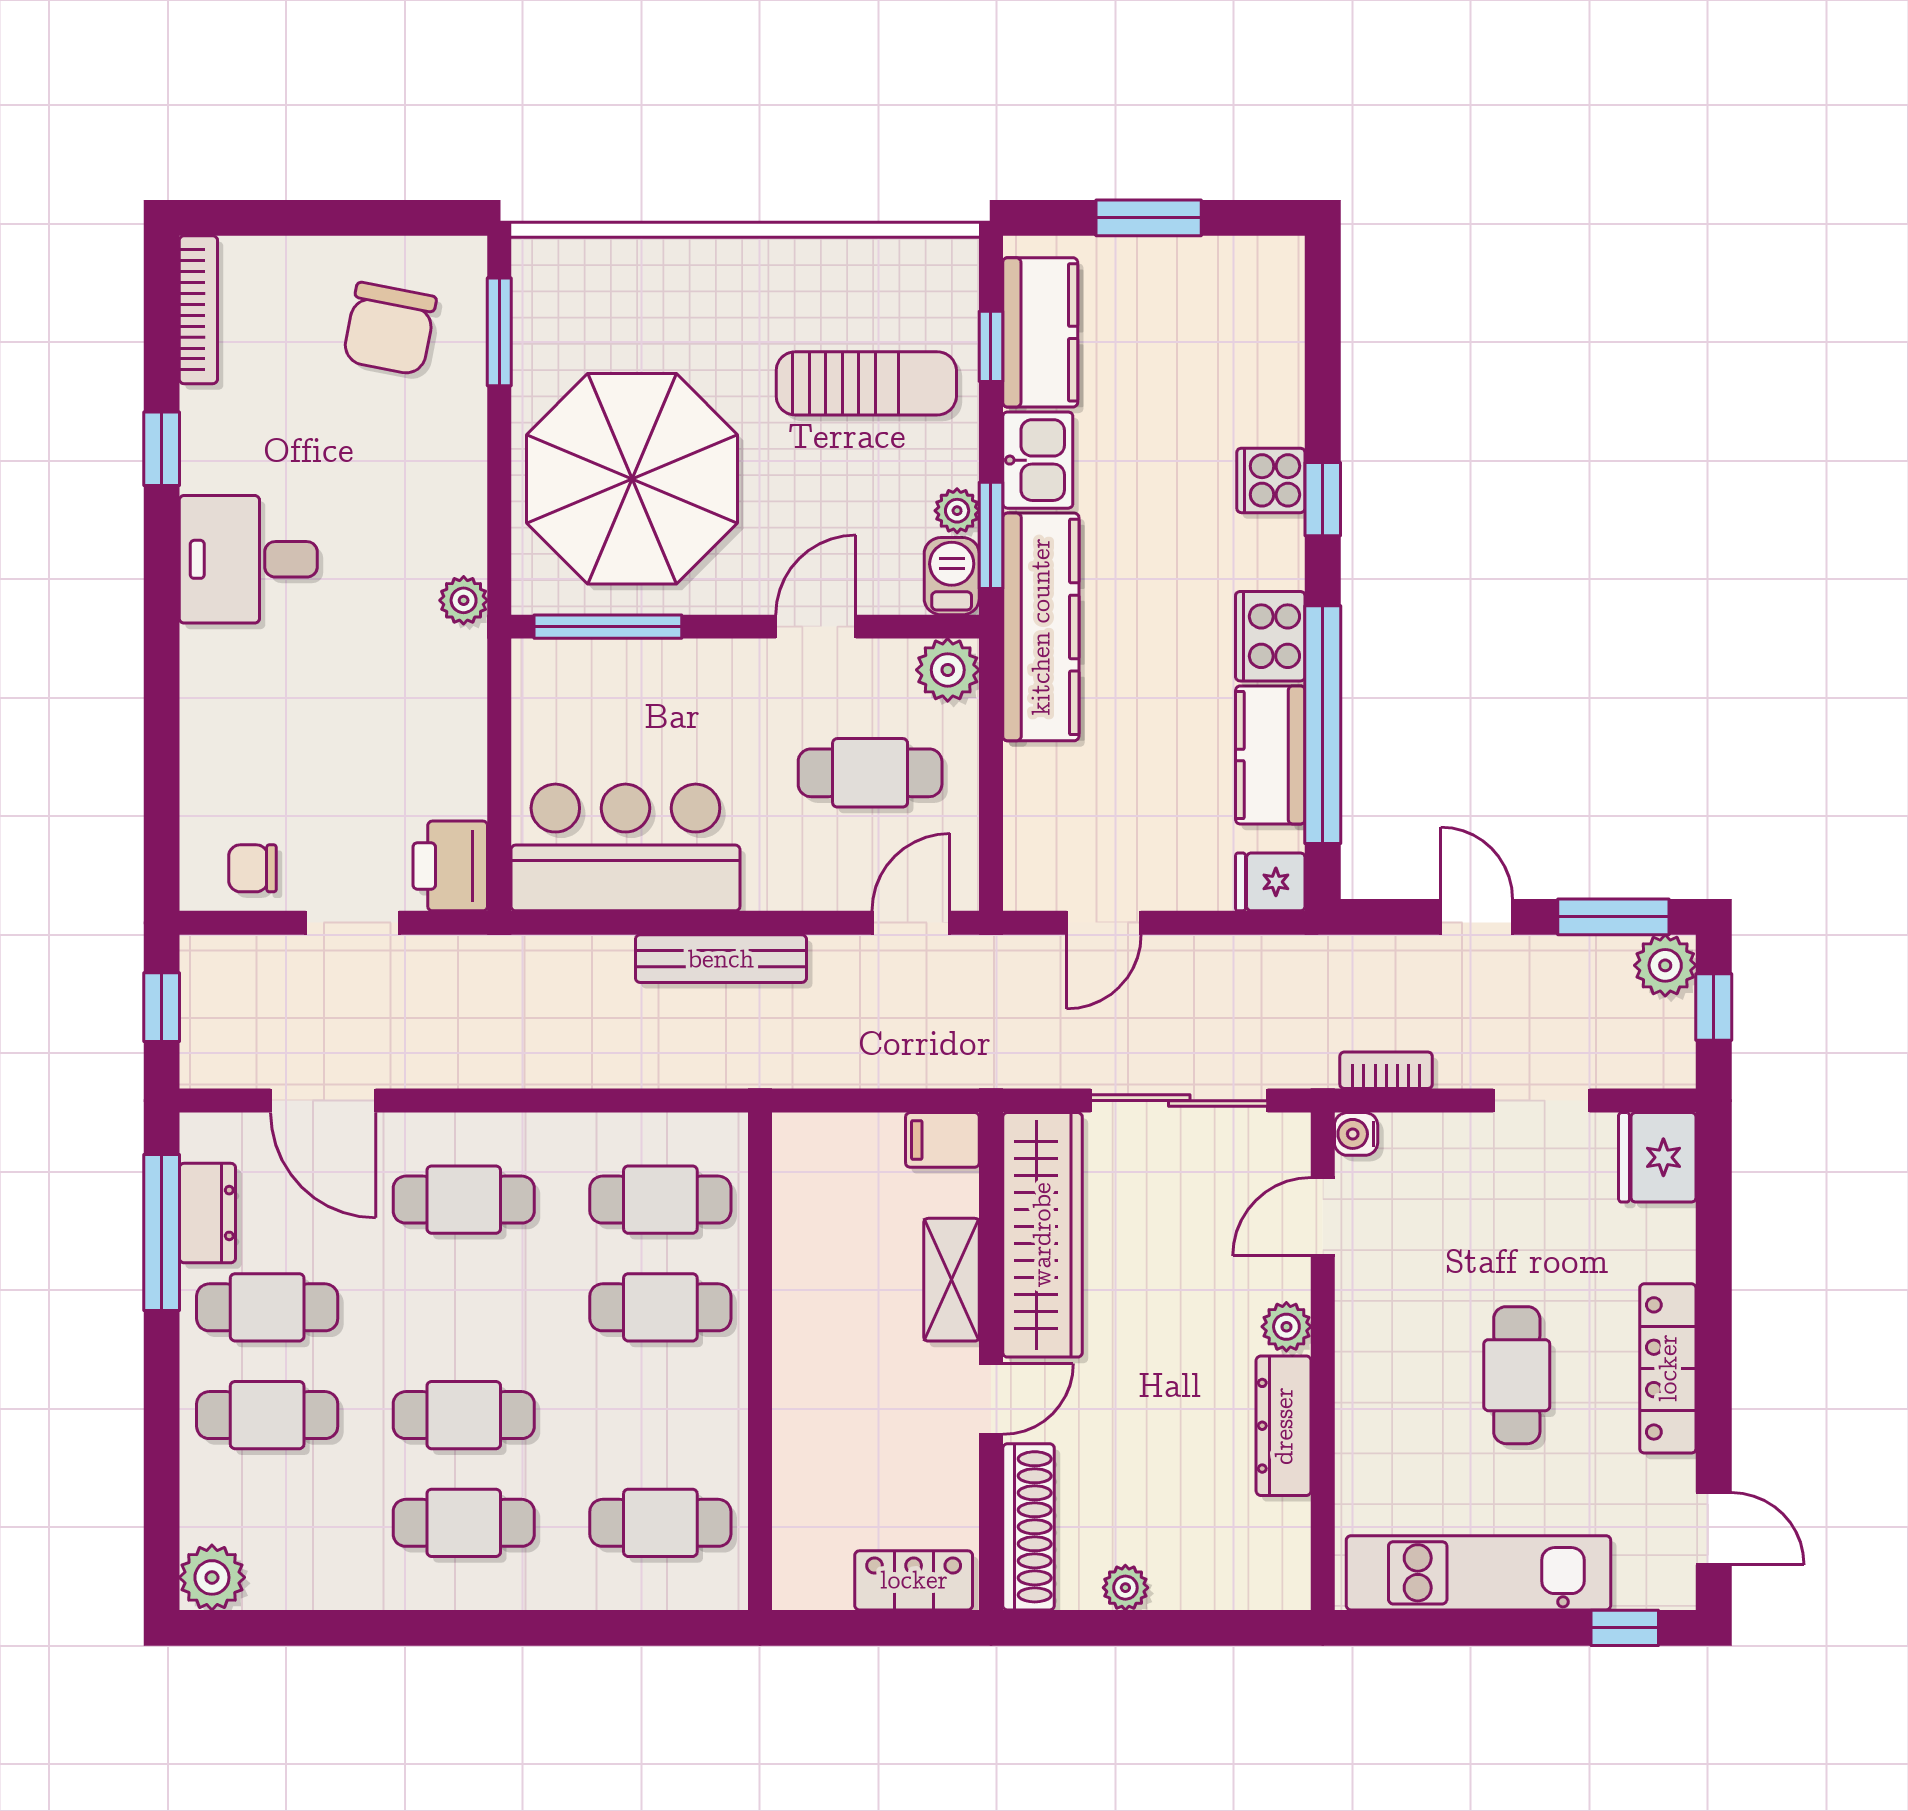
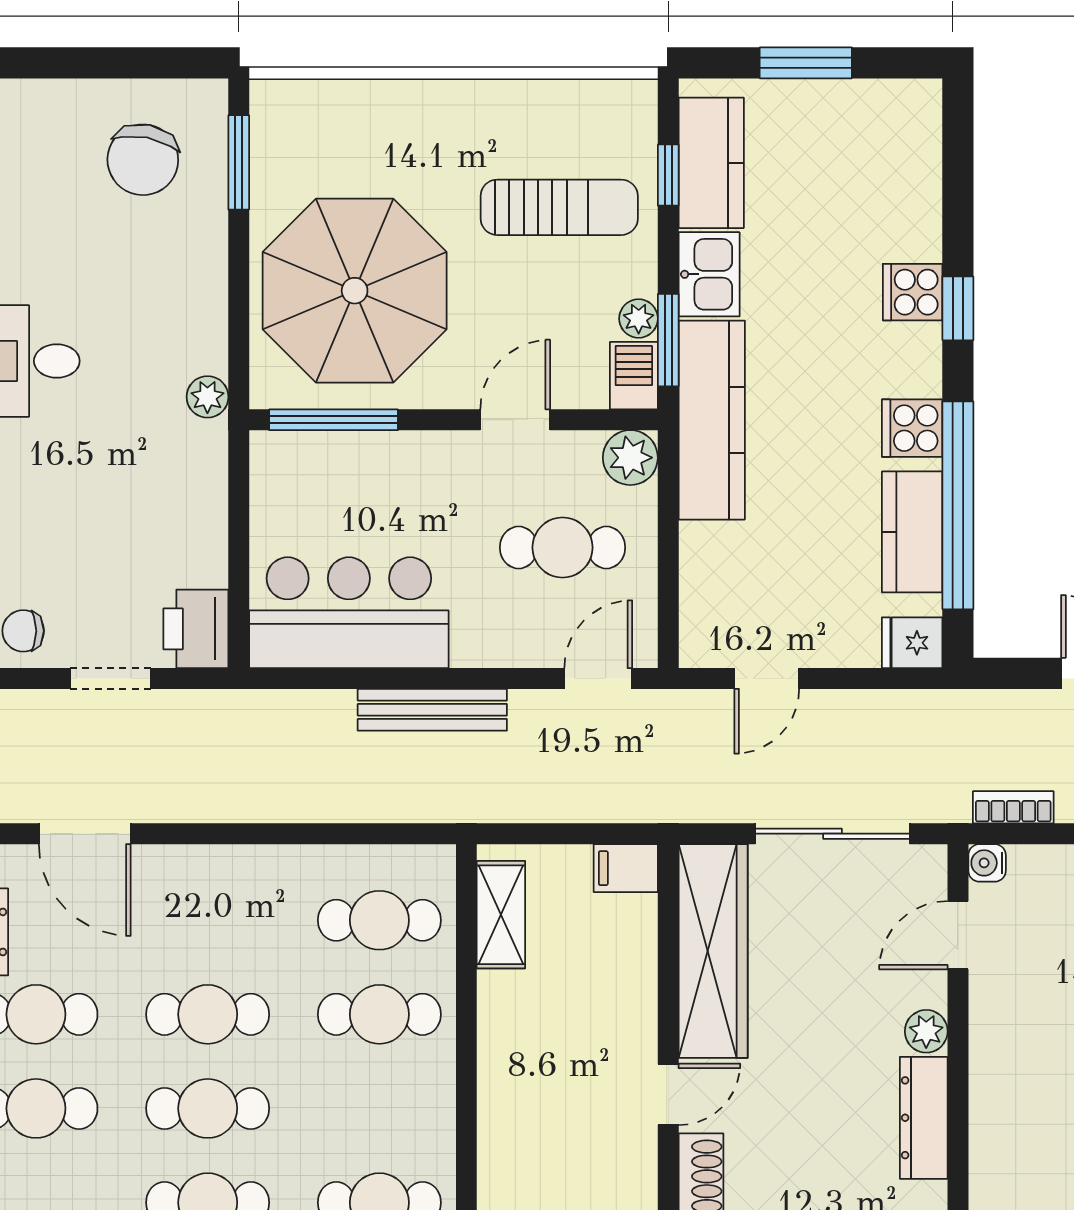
cooker: (1270, 636) -> (912, 428), width x0.73
cafe table: (464, 1200) -> (208, 1014), moved
shelving: (951, 1280) -> (501, 915), moved

